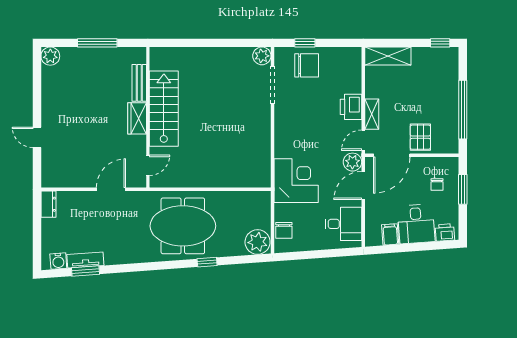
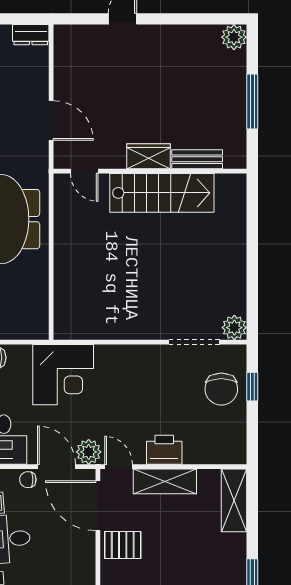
shelving: (372, 114) -> (165, 481), width x1.50, depth x1.33
chair: (437, 185) -> (28, 480), moved

